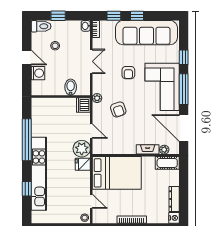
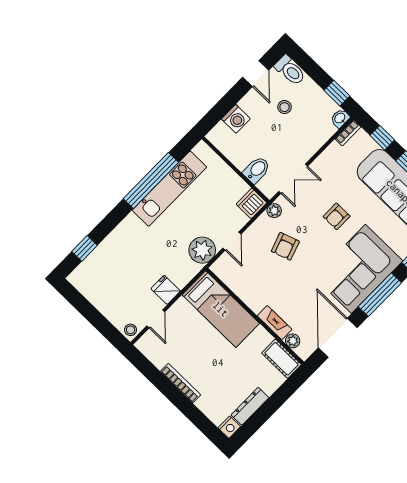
window: (58, 16) -> (337, 93), moved
door: (27, 57) -> (256, 74), moved
double door: (91, 61) -> (293, 179), moved
fridge: (83, 164) -> (166, 290), moved
bed: (117, 173) -> (221, 309), width x0.67
kitchen unit: (39, 174) -> (169, 189), moved, width x0.73
window: (27, 189) -> (85, 248), moved

